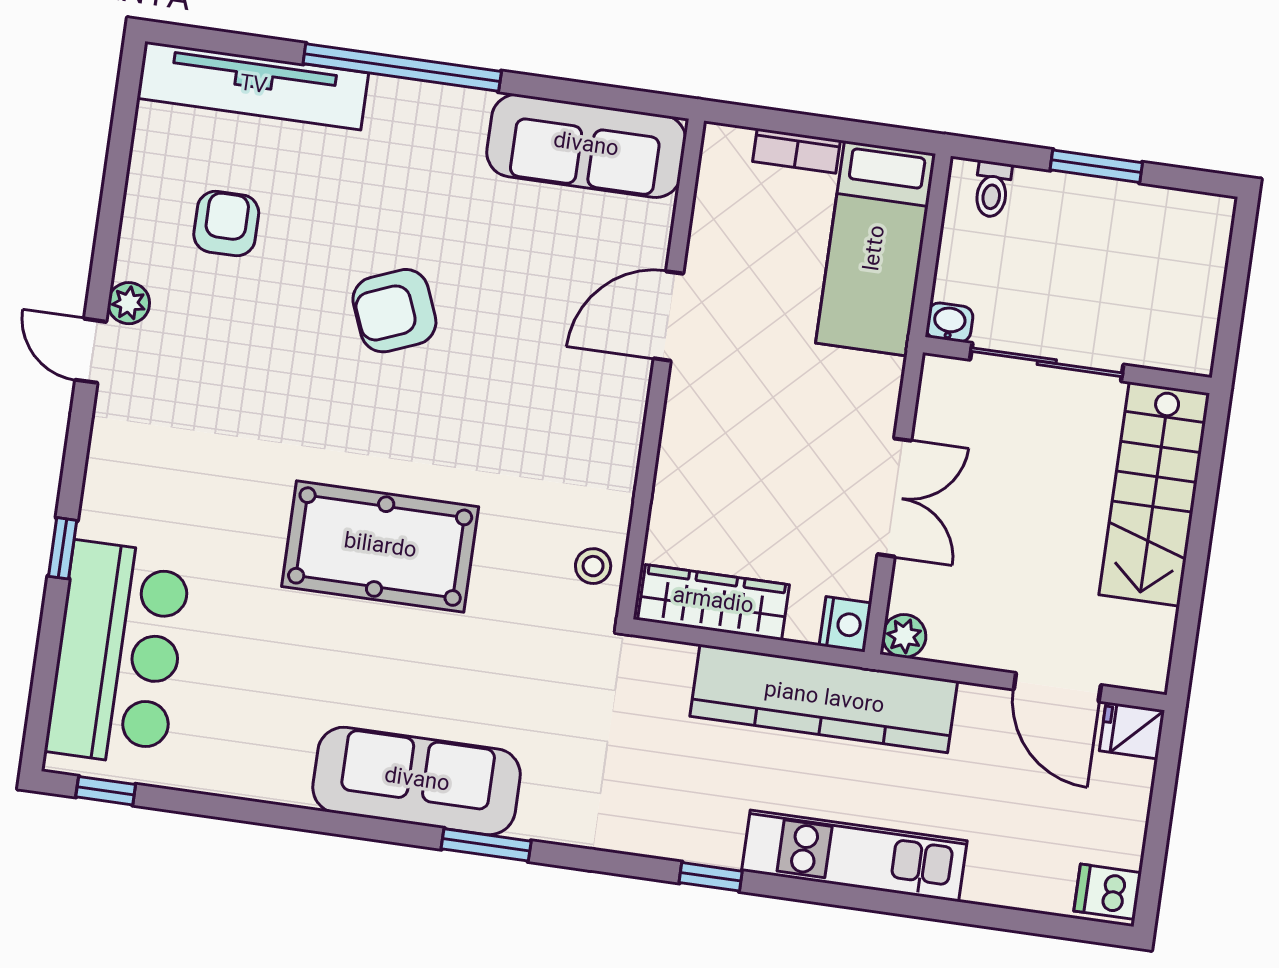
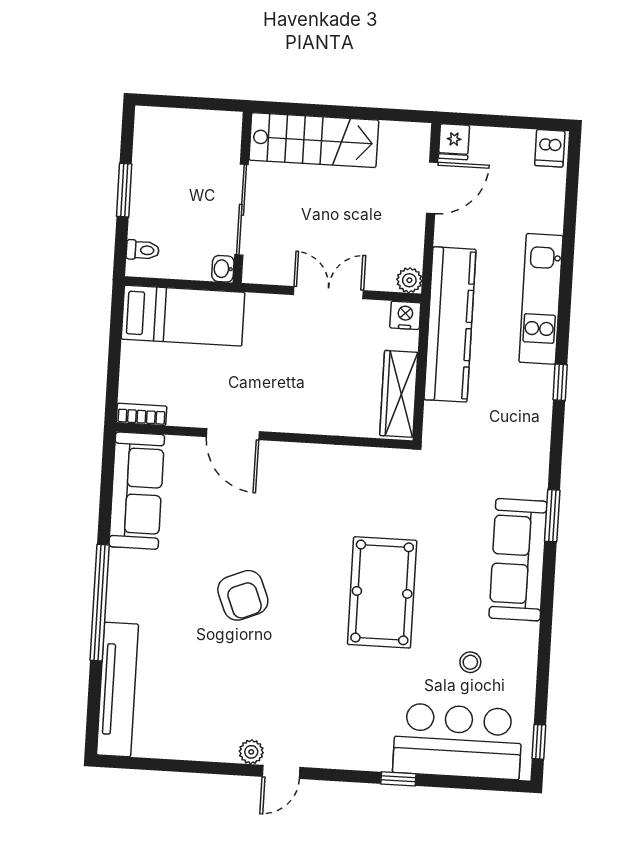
bookcase: (797, 151) -> (142, 414), moved, turned -90
armchair: (226, 224) -> (200, 698), removed
stool: (593, 566) -> (470, 662), moved

